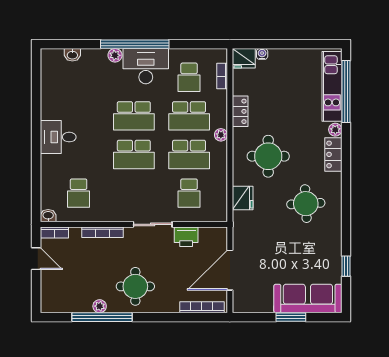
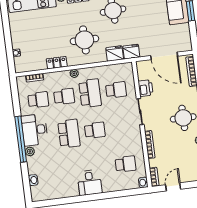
fridge: (244, 58) -> (131, 52), moved, turned -90
school desk: (189, 116) -> (64, 97), width x0.54
school desk: (134, 154) -> (95, 130), width x0.54

